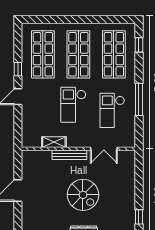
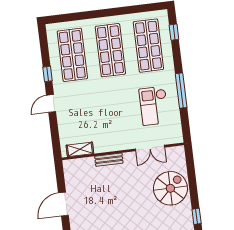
checkout: (73, 105) -> (112, 105), removed
shelving: (54, 142) -> (80, 149), moved
bench: (69, 155) -> (109, 160), width x0.73
spiral stairs: (83, 195) -> (170, 188), moved, turned -90

